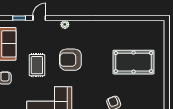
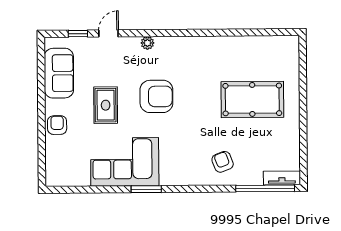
armchair: (70, 60) -> (156, 96), turned 180

